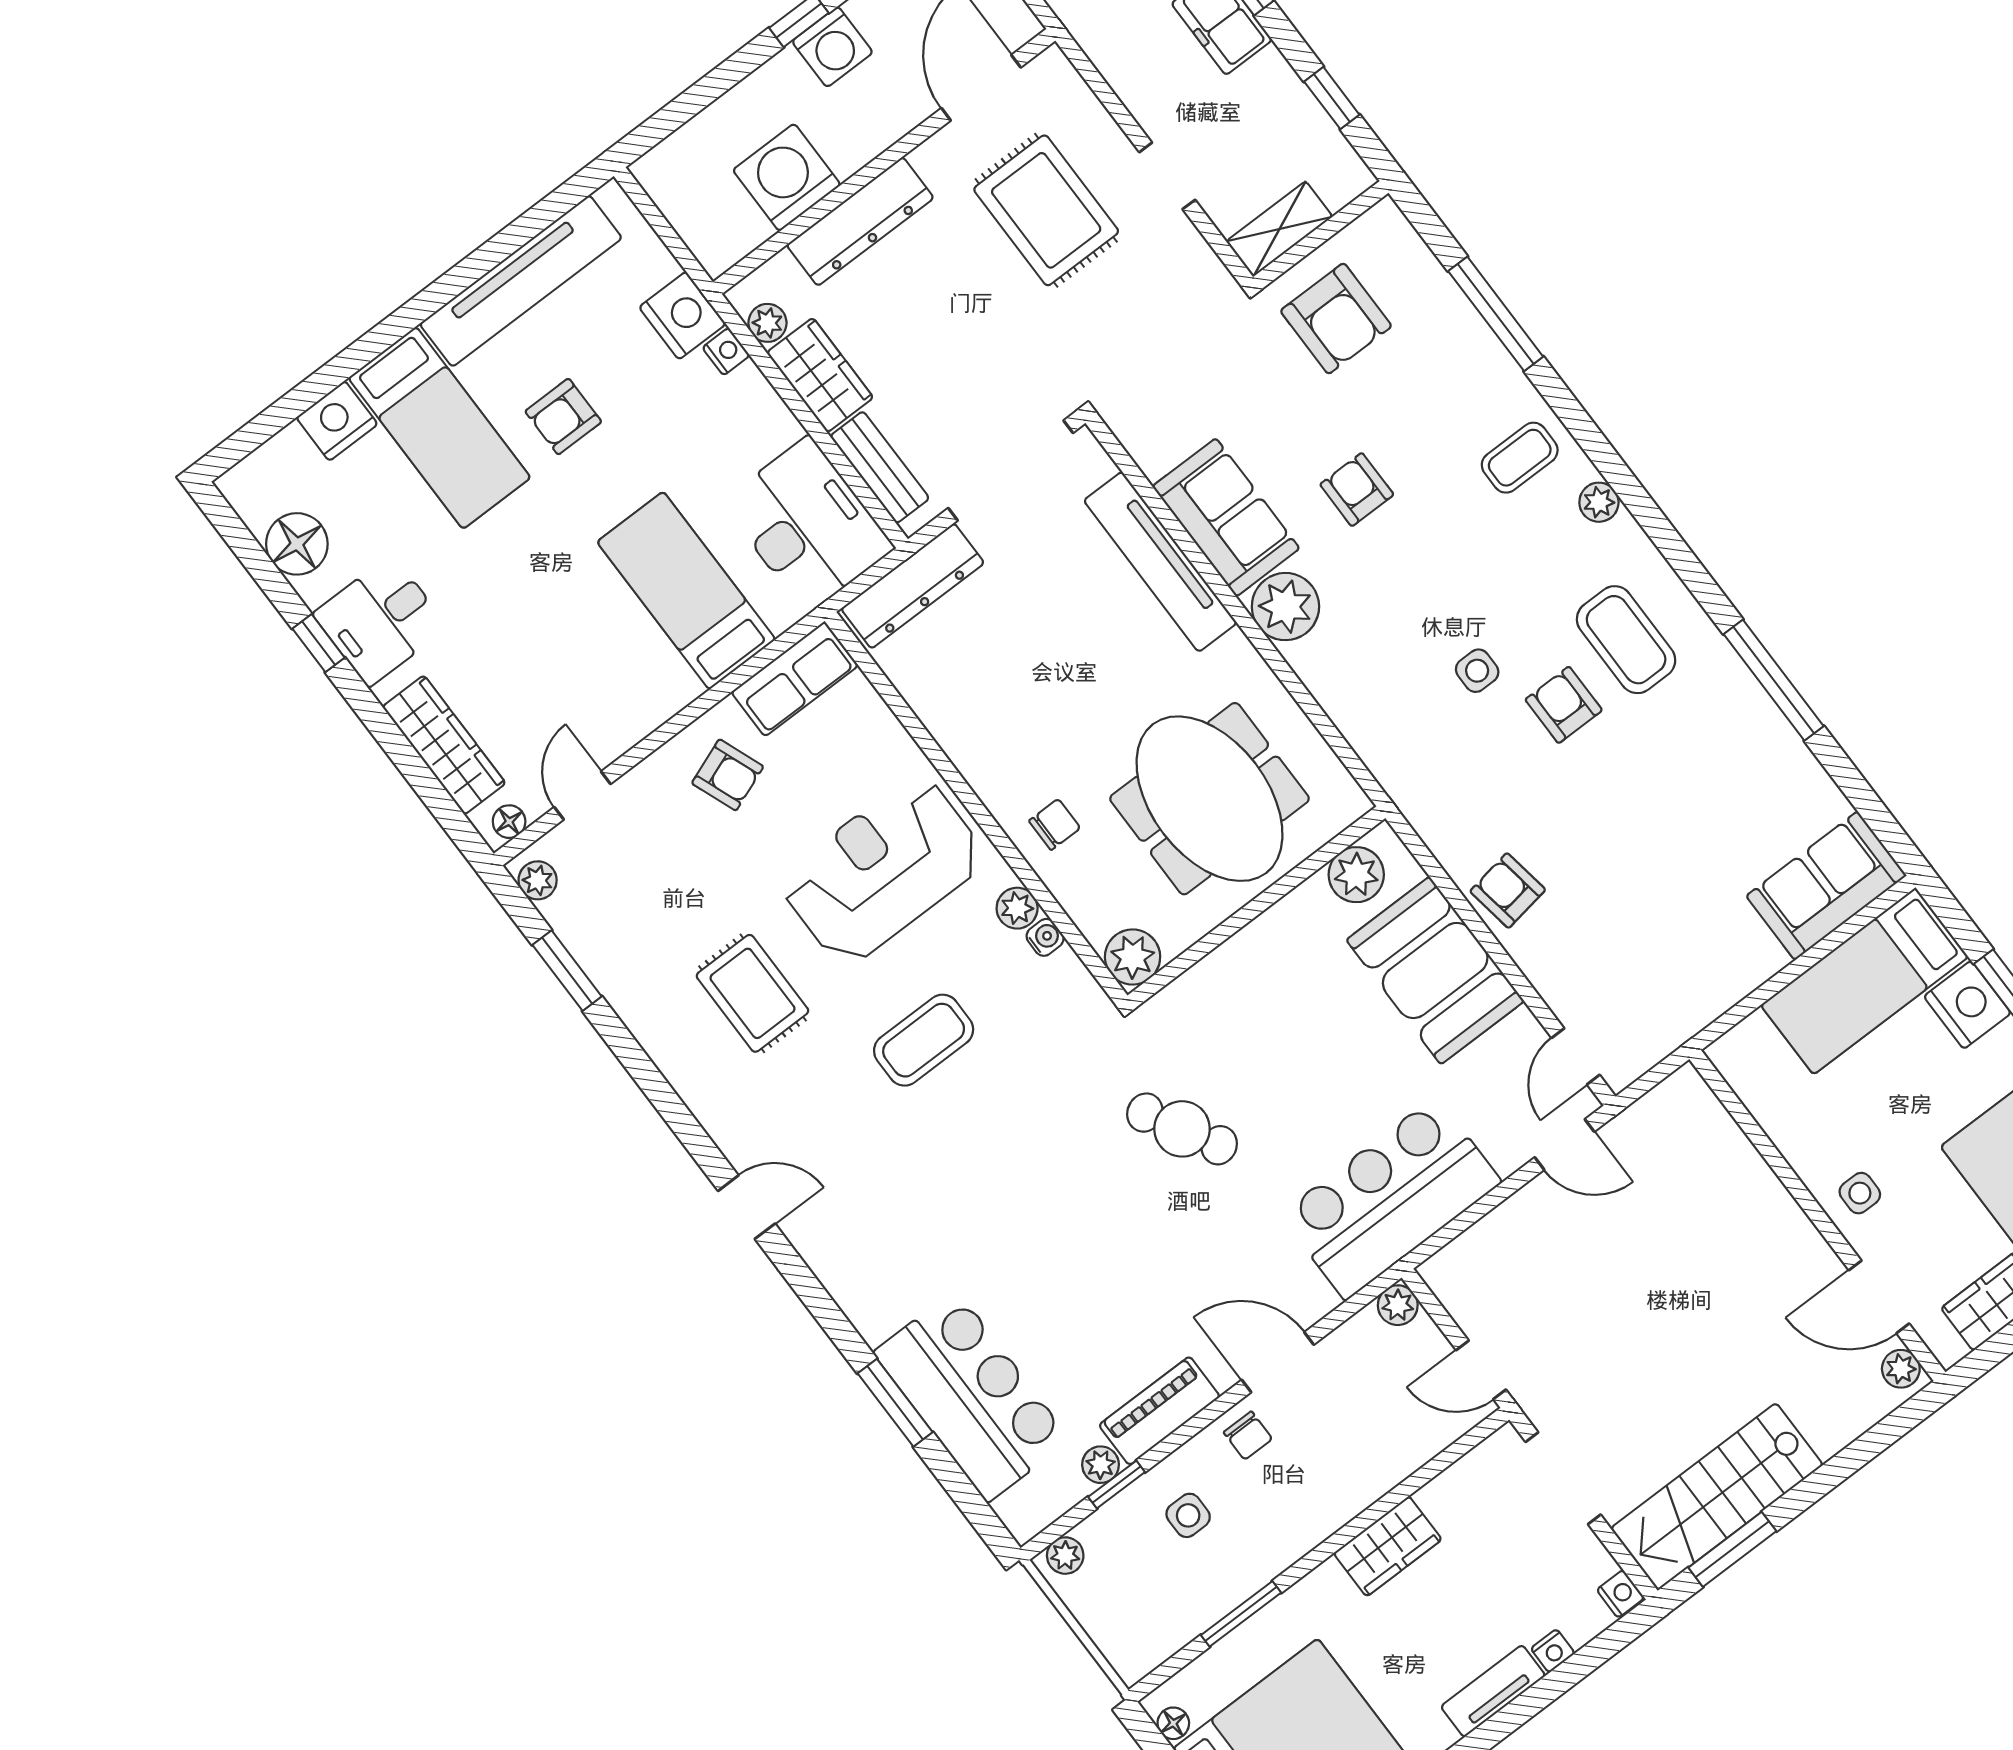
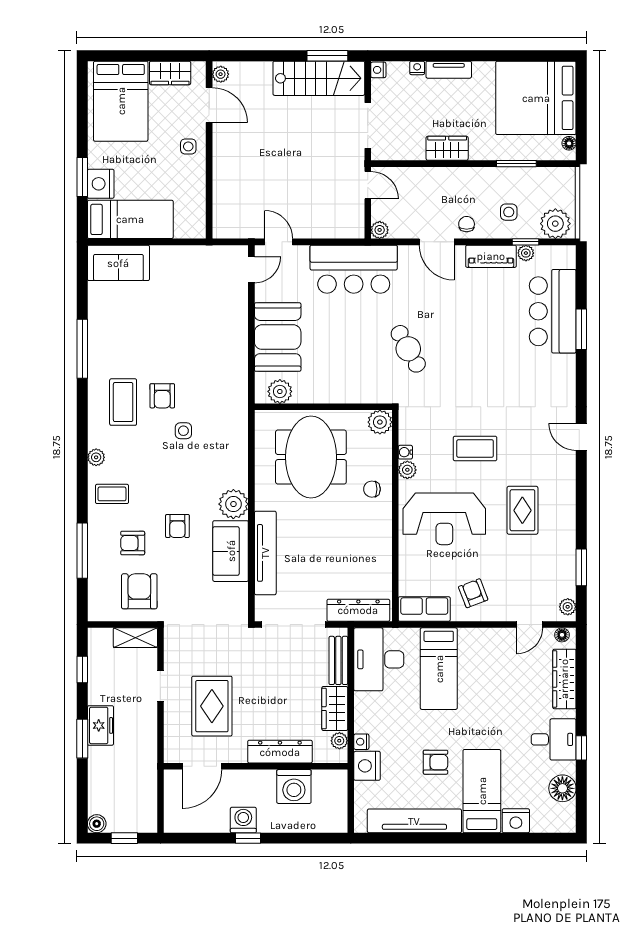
armchair: (1508, 891) -> (133, 543), moved, turned 99
plant: (1065, 1556) -> (555, 224), width x1.88, depth x1.88

